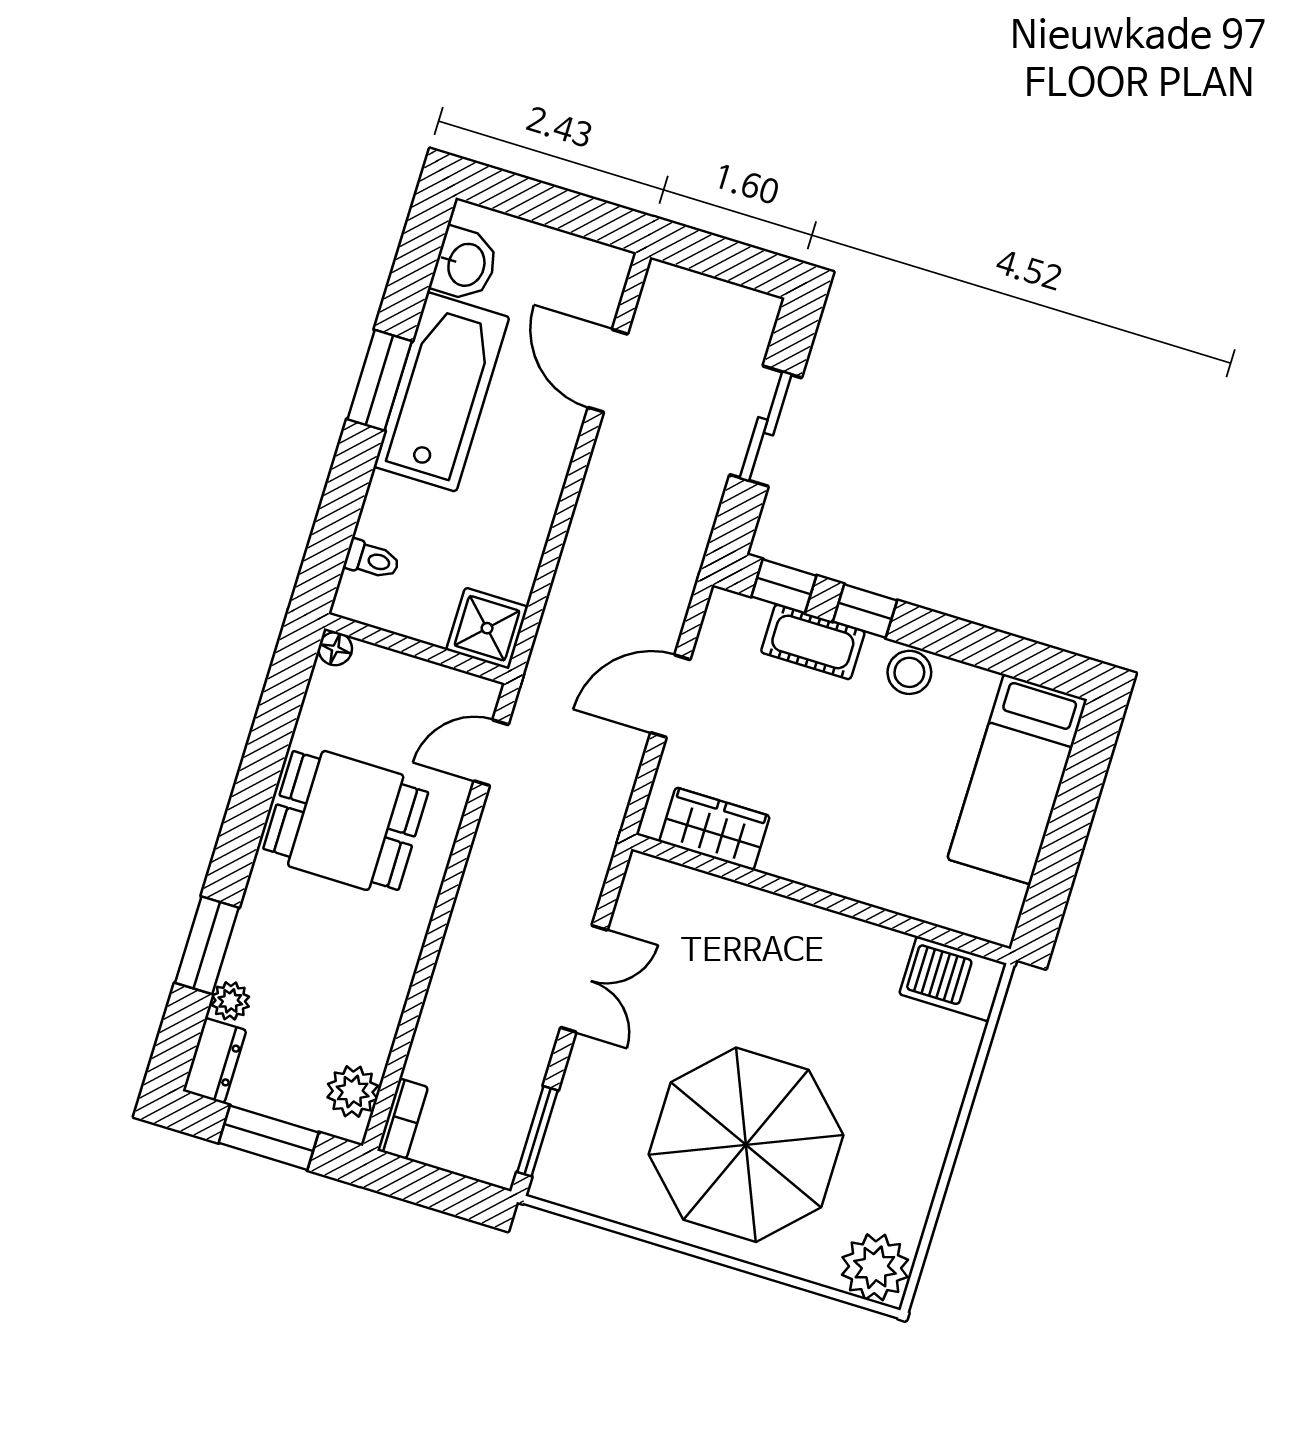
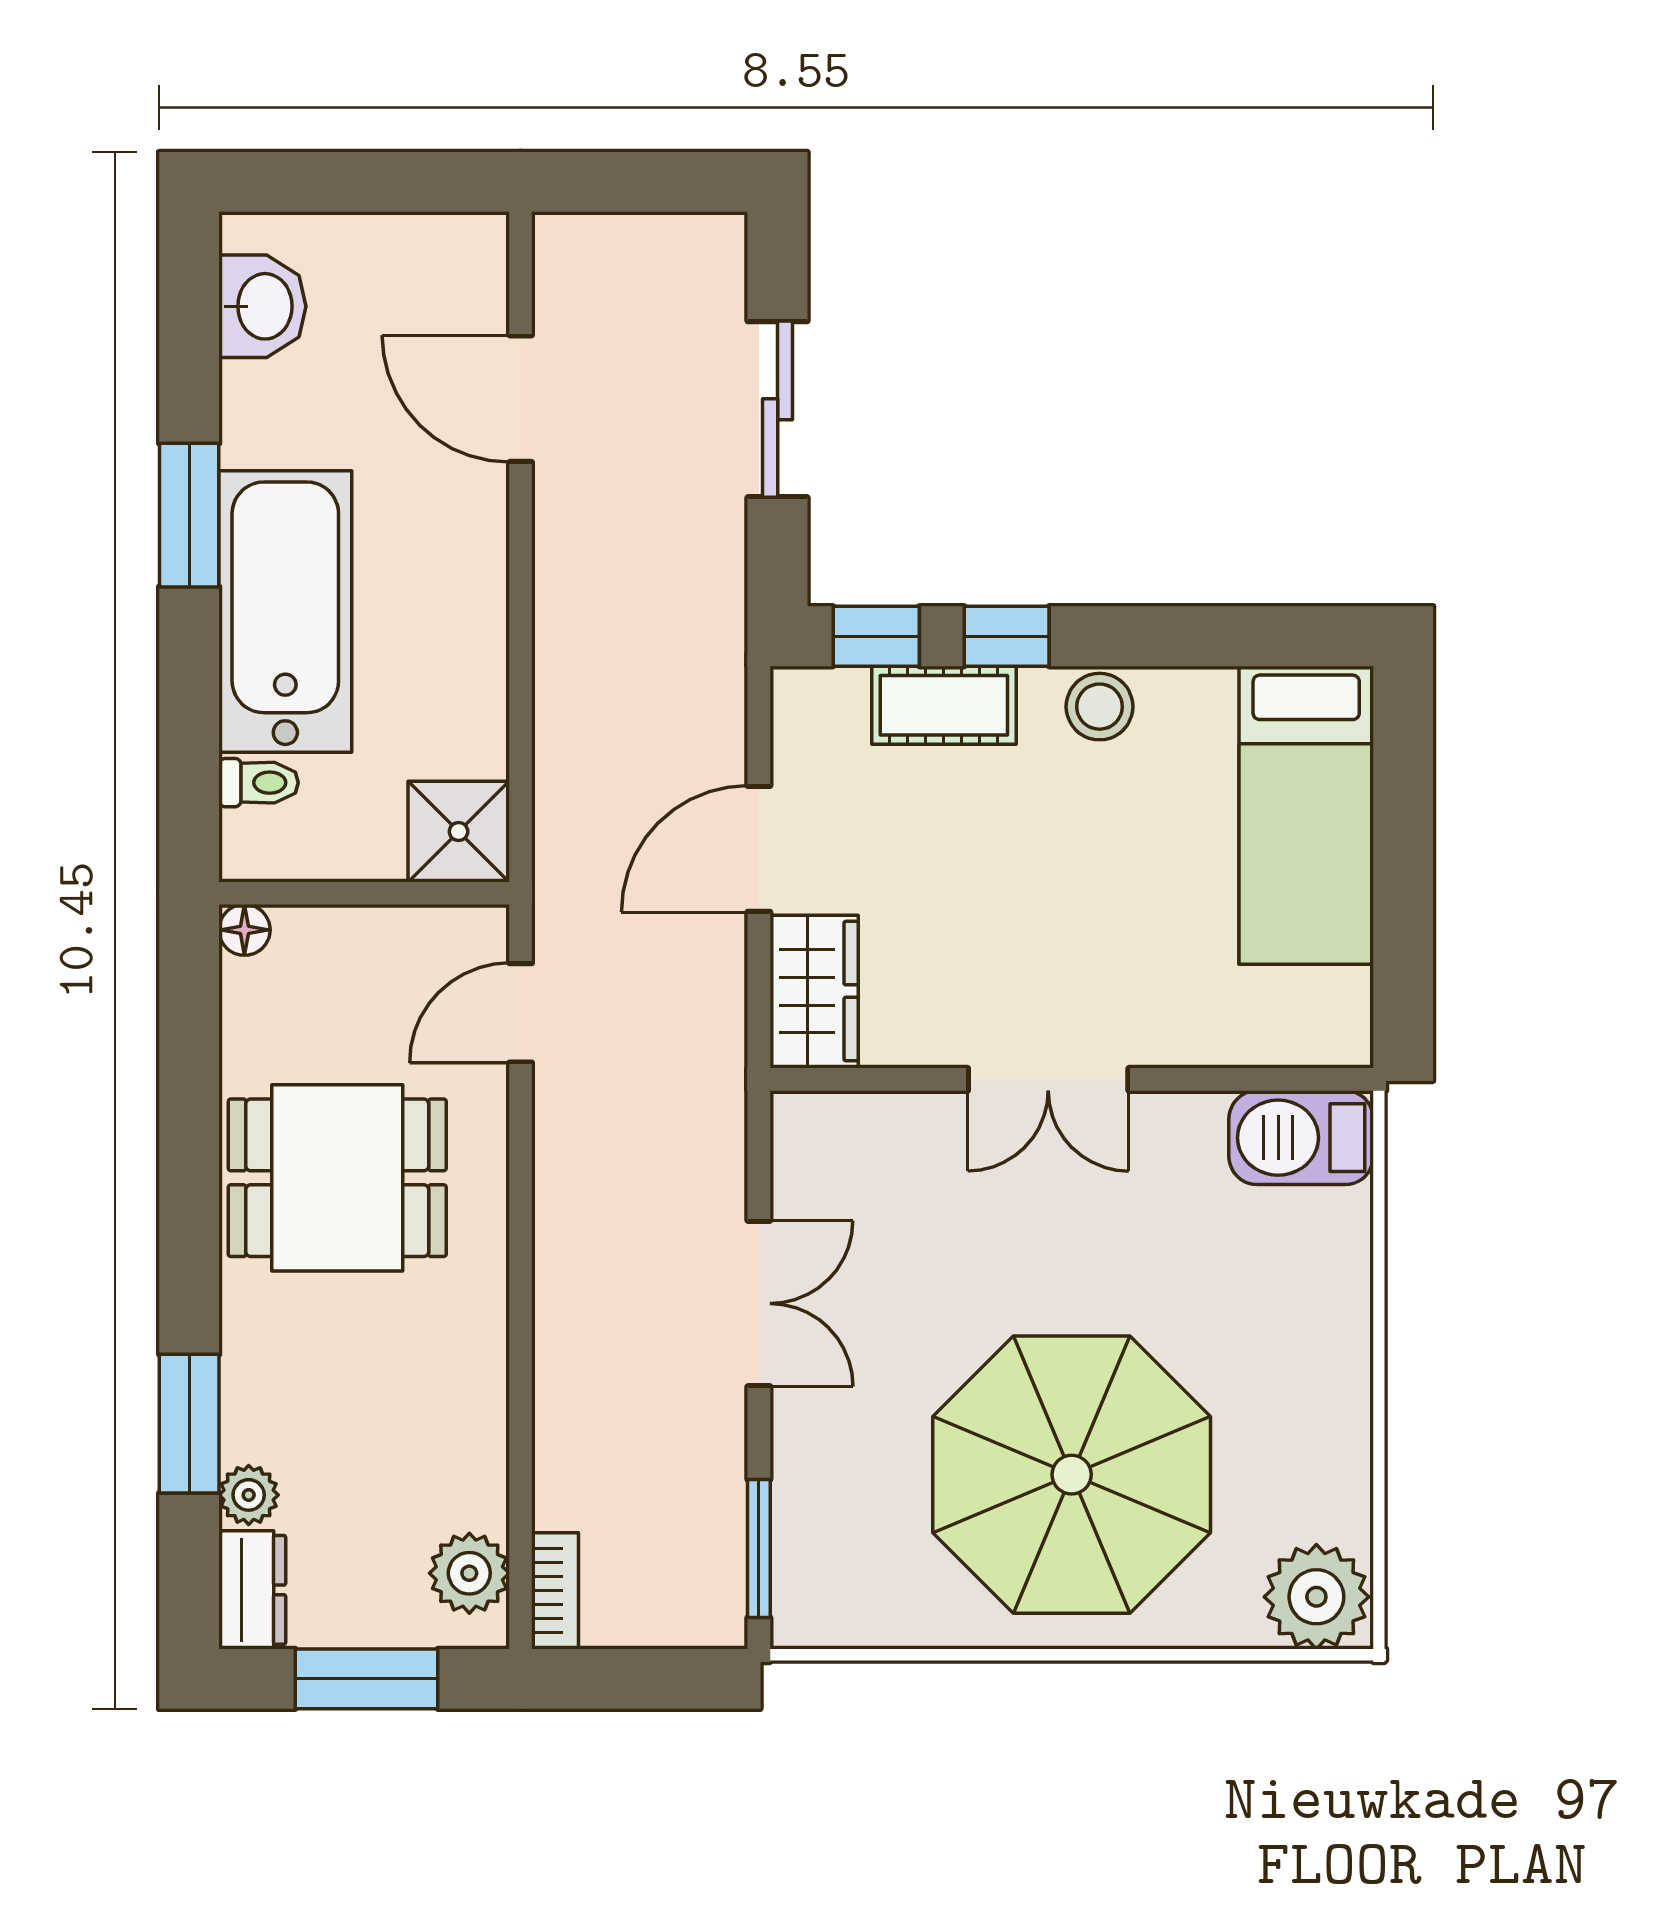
bathtub: (441, 392) -> (285, 611), moved
wardrobe: (715, 829) -> (814, 991), moved, turned 90
double door: (807, 894) -> (1048, 1079), added

